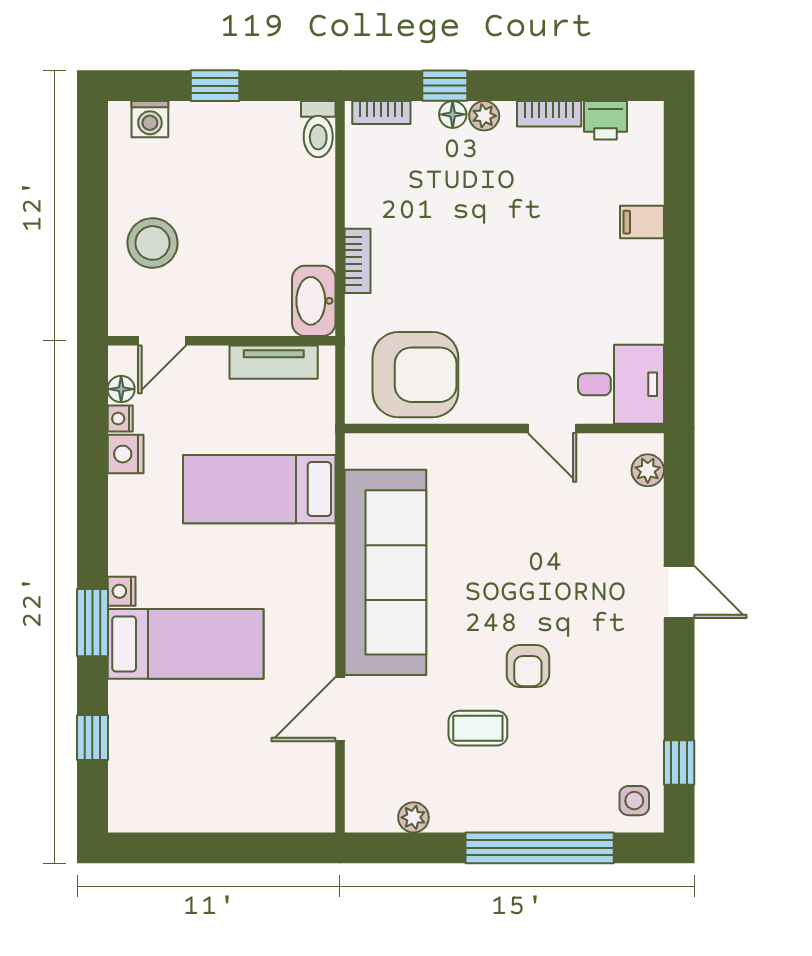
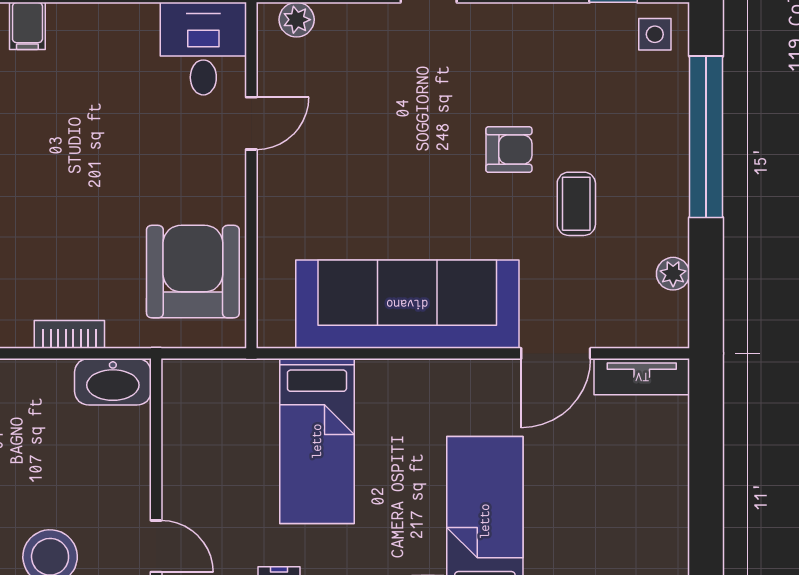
tv unit: (274, 362) -> (642, 377), moved, turned 90
door: (340, 709) -> (556, 353), hinge flipped

